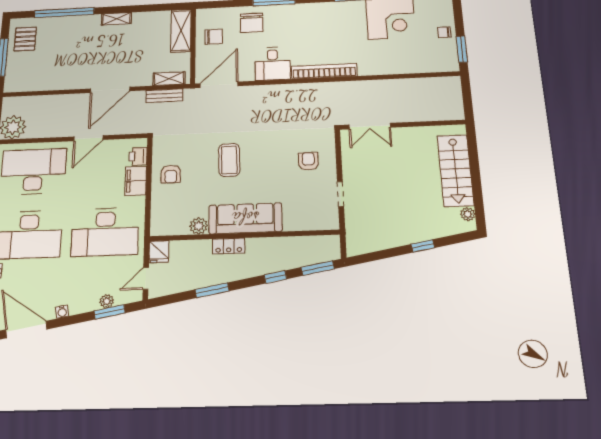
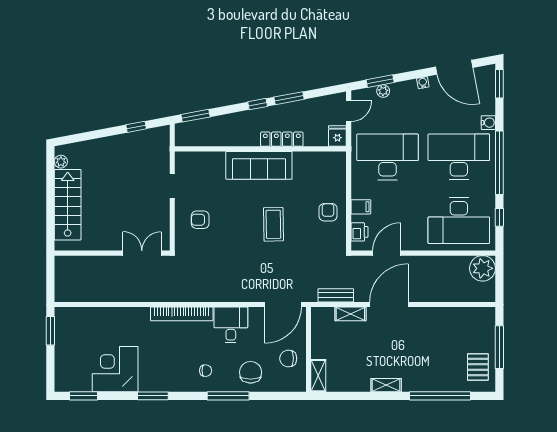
shelving: (181, 31) -> (318, 376), width x0.67, depth x0.75
chair: (444, 32) -> (206, 371), moved
shelving: (169, 79) -> (350, 314), moved
door: (88, 138) -> (387, 253), moved
armchair: (308, 161) -> (200, 220), turned 90
filing cabinet: (136, 181) -> (361, 207), width x0.50
plant: (199, 226) -> (302, 160), removed
locker: (229, 246) -> (282, 139), width x1.53
window: (423, 246) -> (136, 127), moved
window: (275, 277) -> (258, 104), moved

